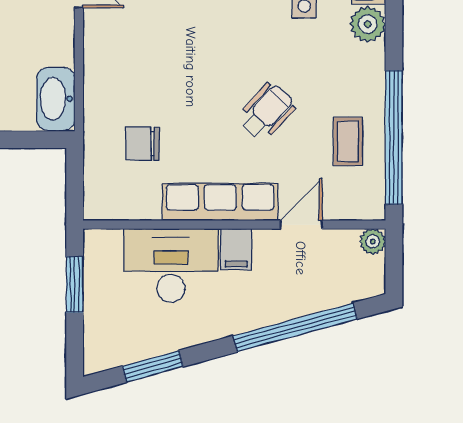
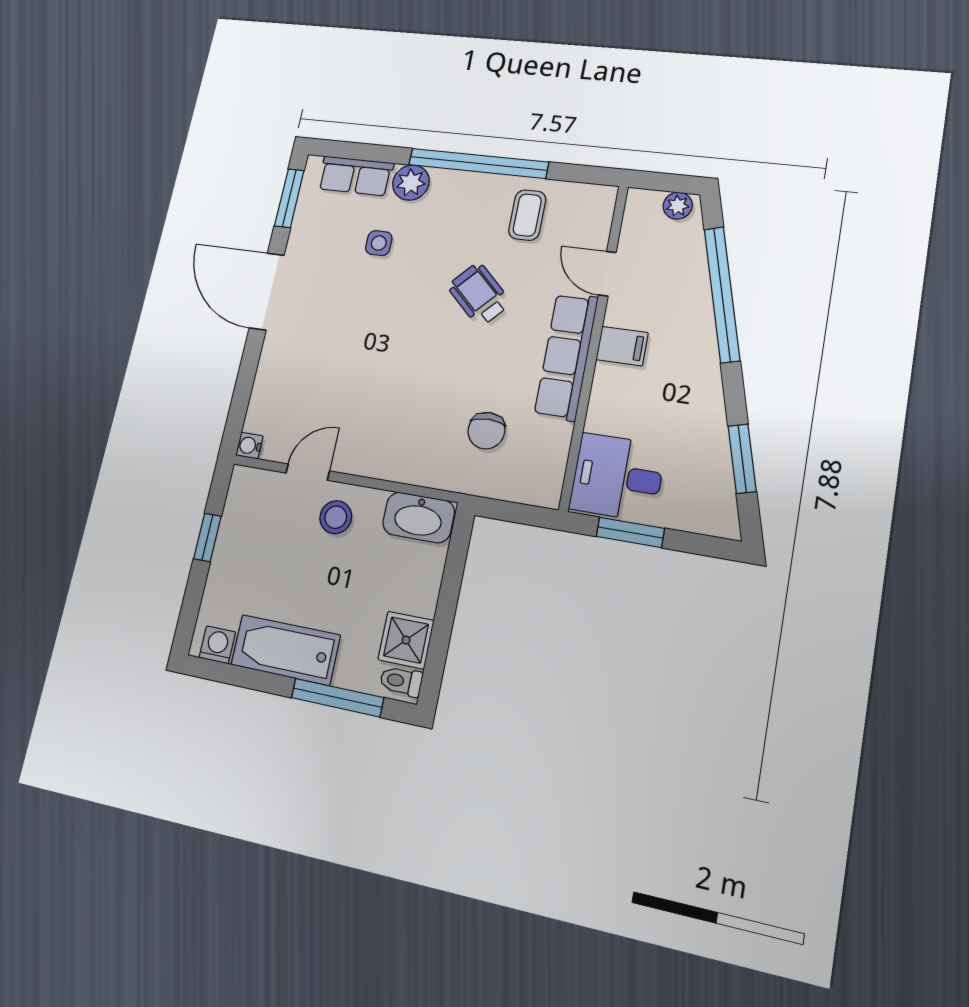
stool: (43, 23) -> (336, 517), added
window: (394, 137) -> (478, 163), moved
coffee table: (348, 142) -> (527, 215), turned 90
plant: (373, 241) -> (678, 206), moved
desk: (171, 266) -> (618, 477), moved, width x0.73

